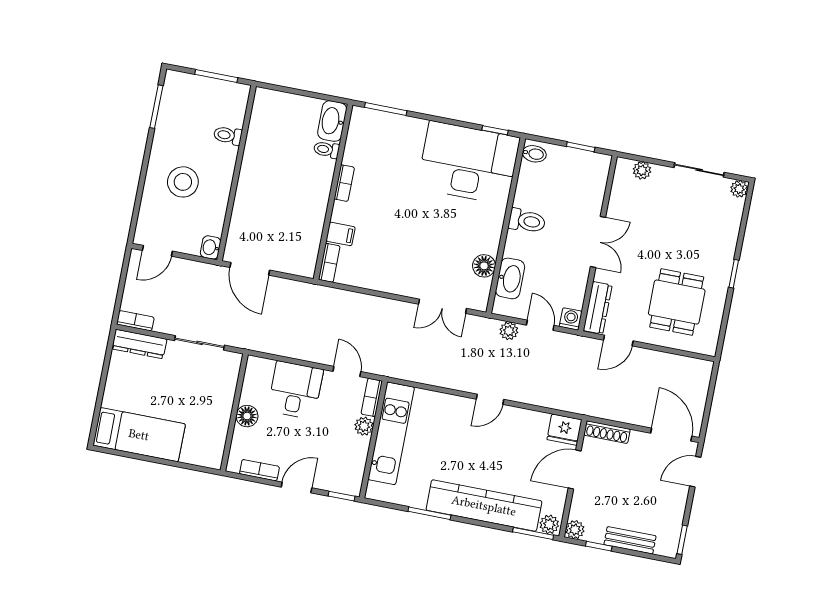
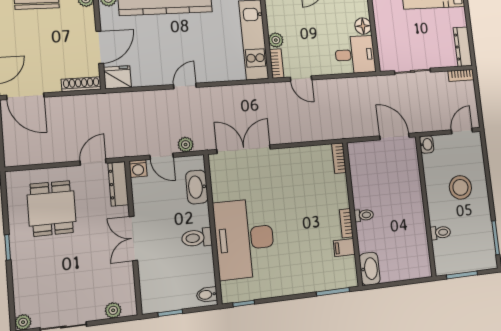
toilet: (326, 150) -> (364, 215), moved
desk: (468, 163) -> (244, 239), moved, turned 90
filing cabinet: (341, 234) -> (344, 248), moved
floor lamp: (484, 266) -> (221, 191), removed
double door: (442, 306) -> (244, 149), width x1.37
dresser: (139, 344) -> (463, 47), moved, turned -90
desk: (295, 390) -> (355, 55), moved, turned -90

